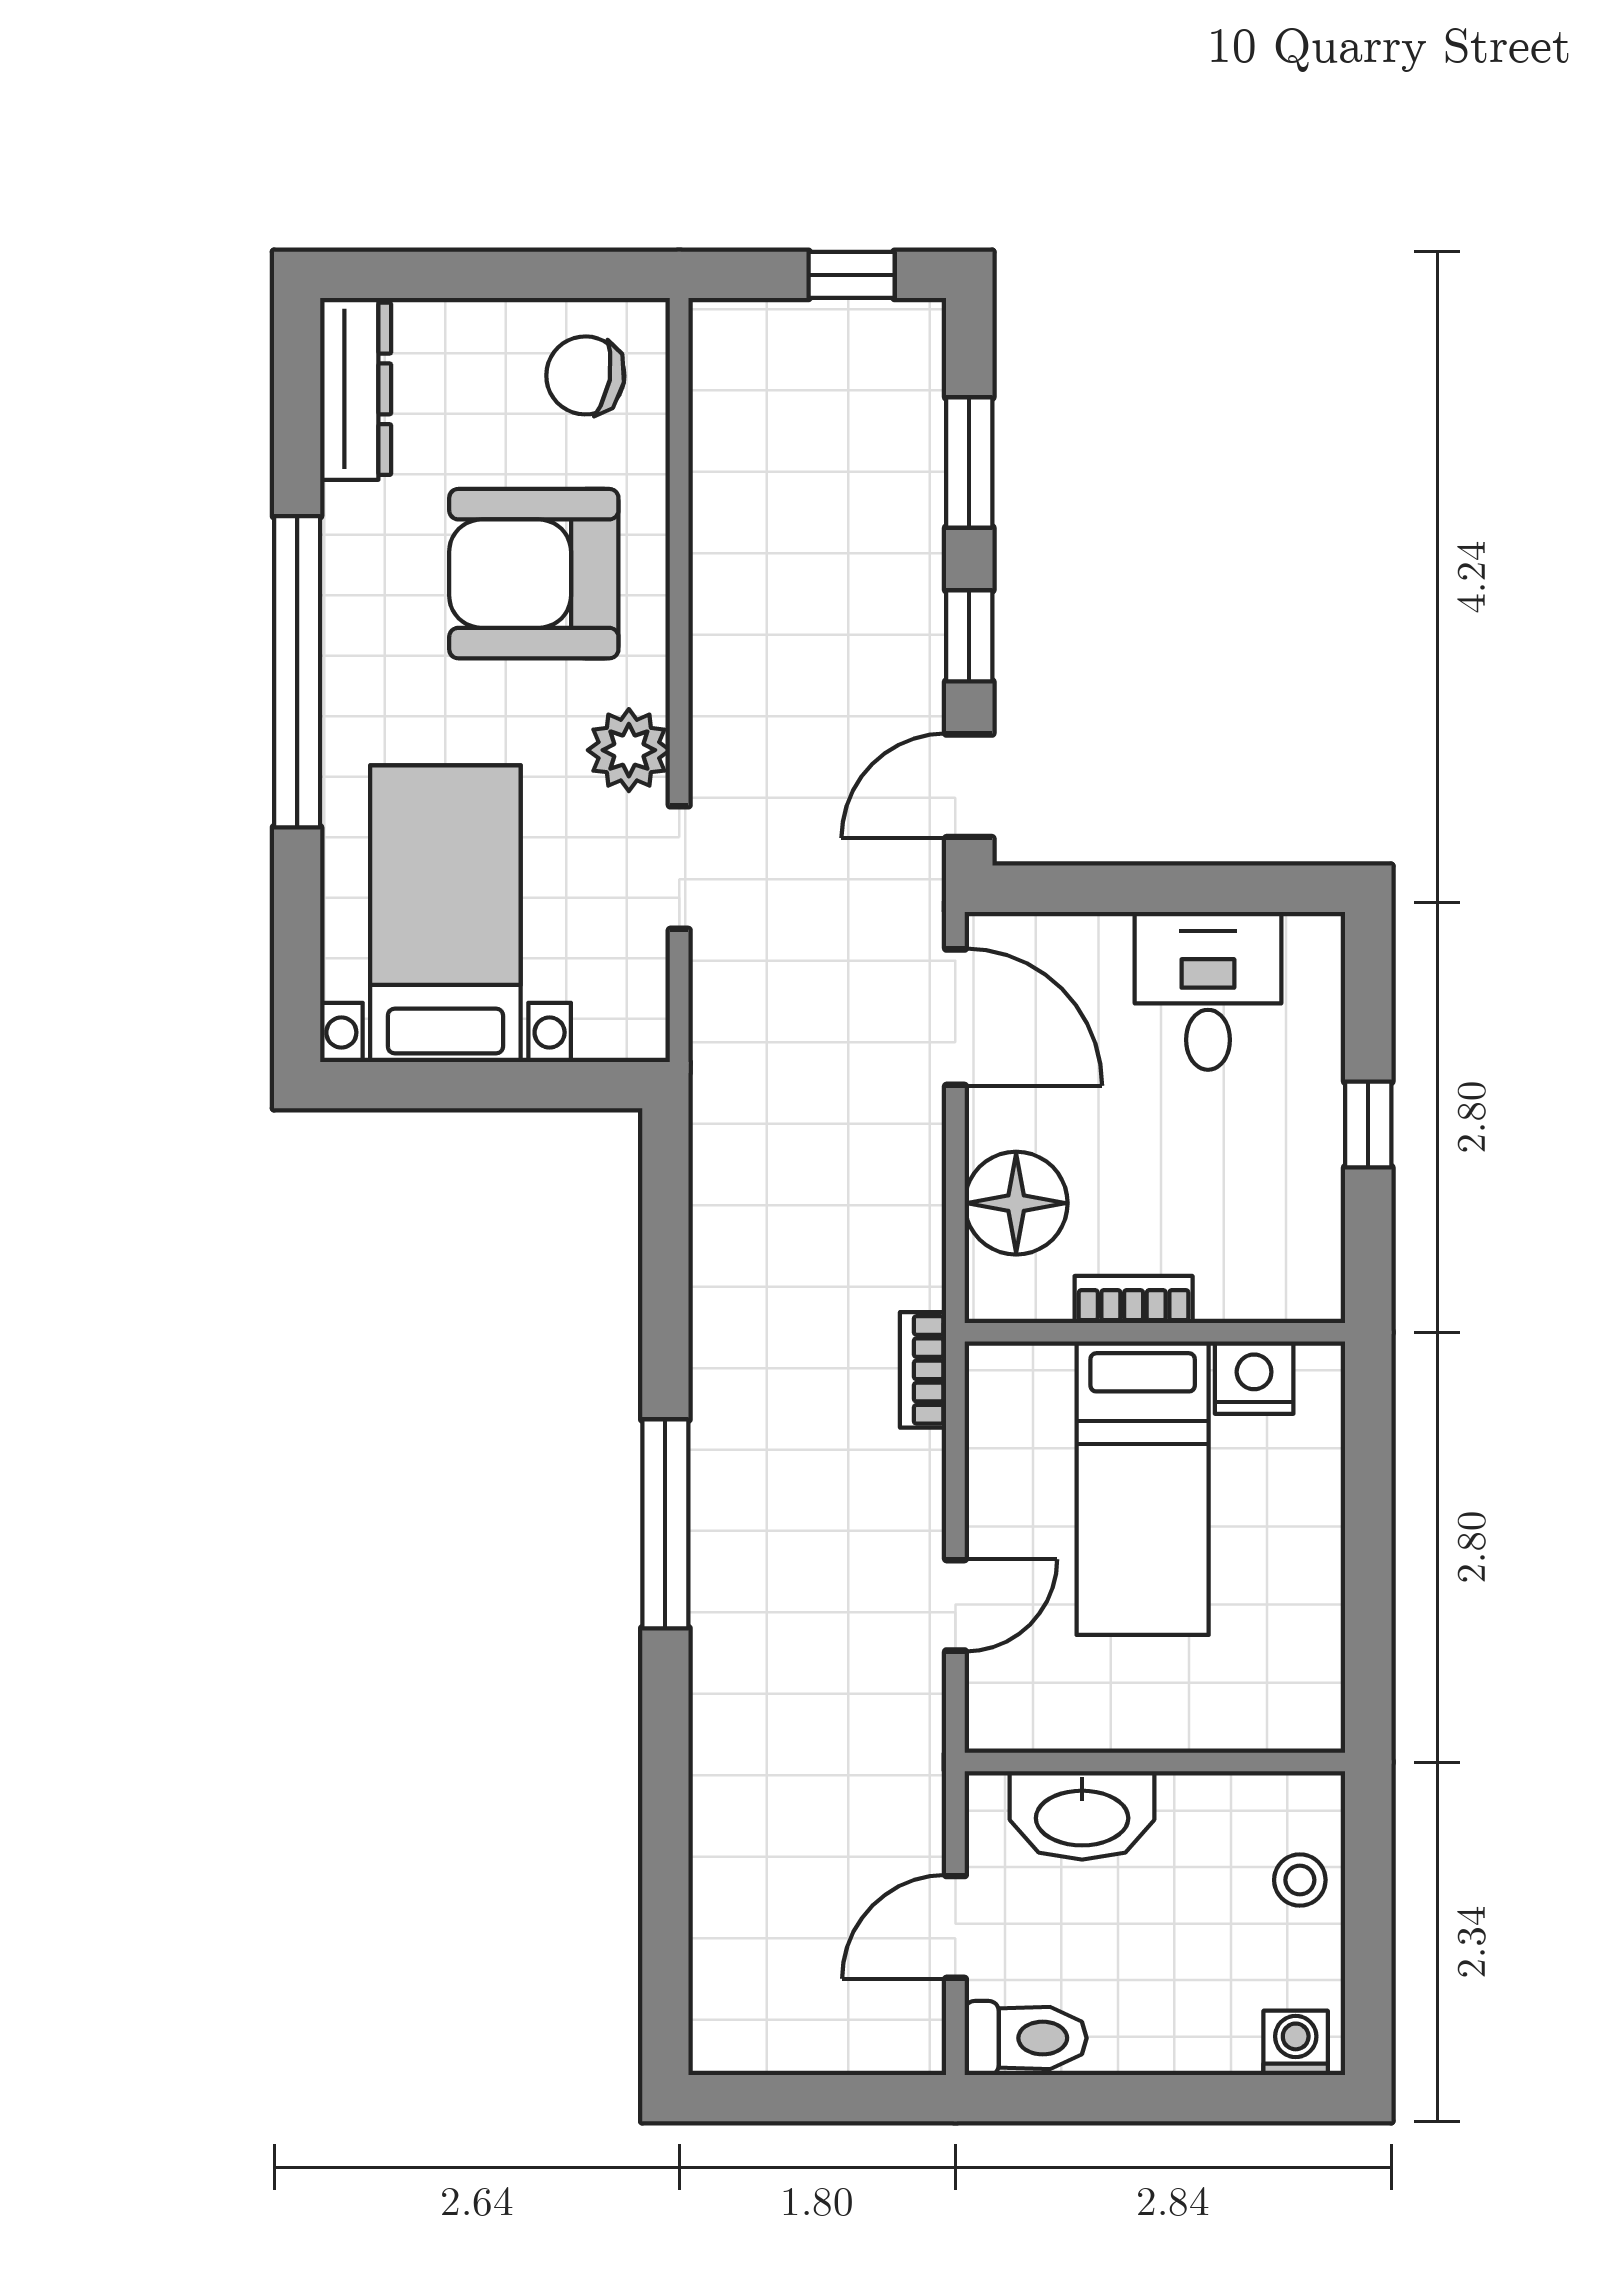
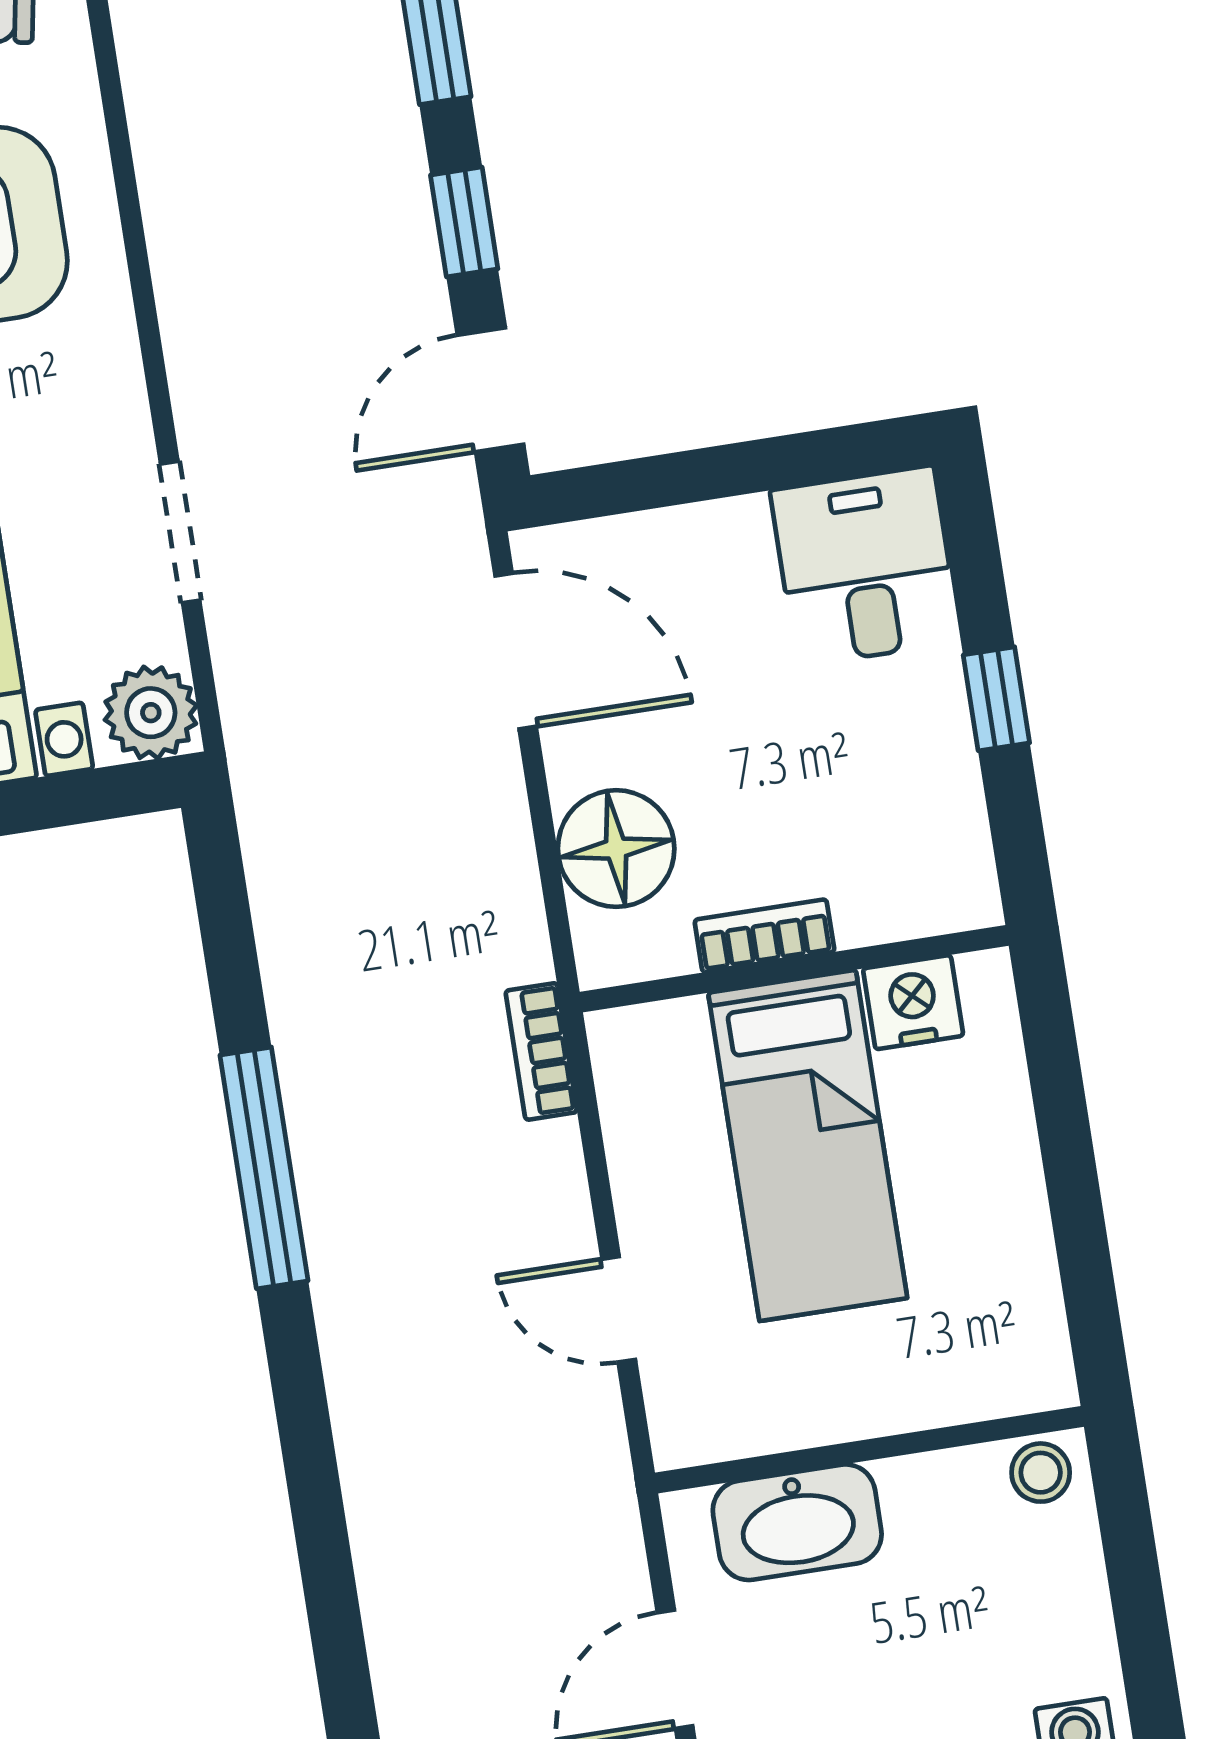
plant: (629, 750) -> (151, 713), moved
desk: (1208, 991) -> (865, 566), moved
window: (665, 1524) -> (264, 1168), moved
door: (955, 1605) -> (619, 1309), swing flipped
stool: (1300, 1880) -> (1041, 1473), moved

